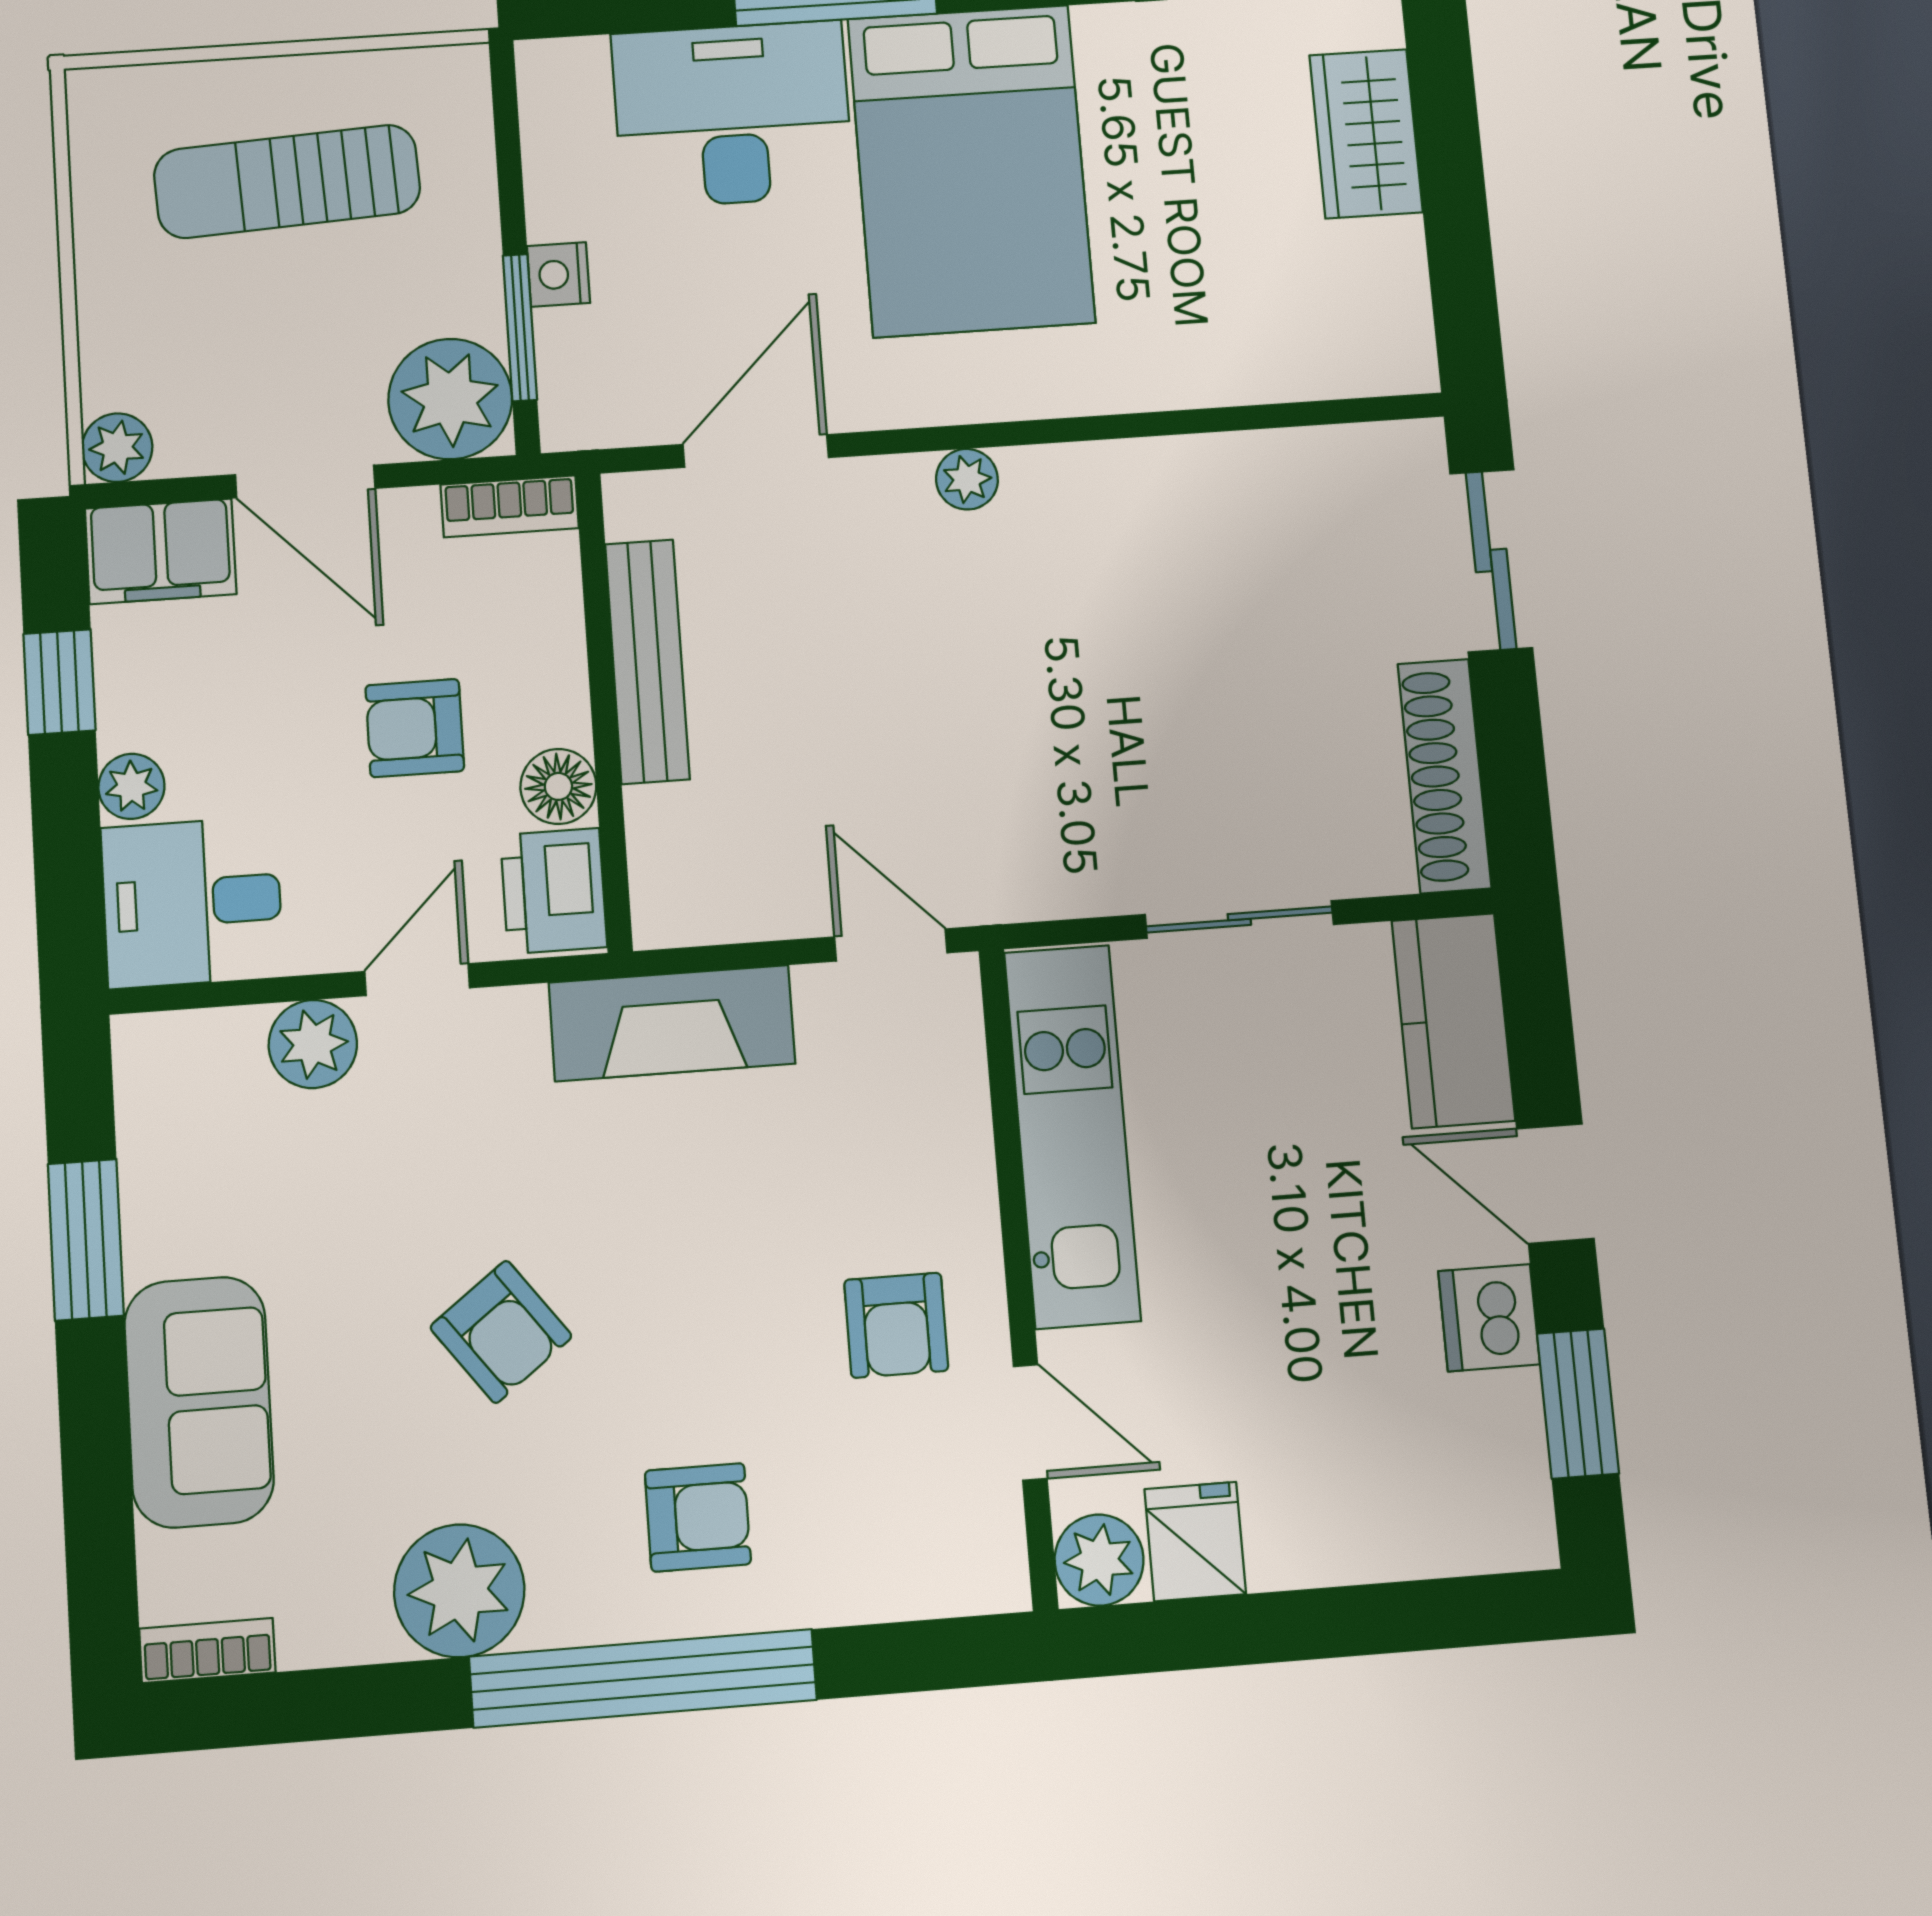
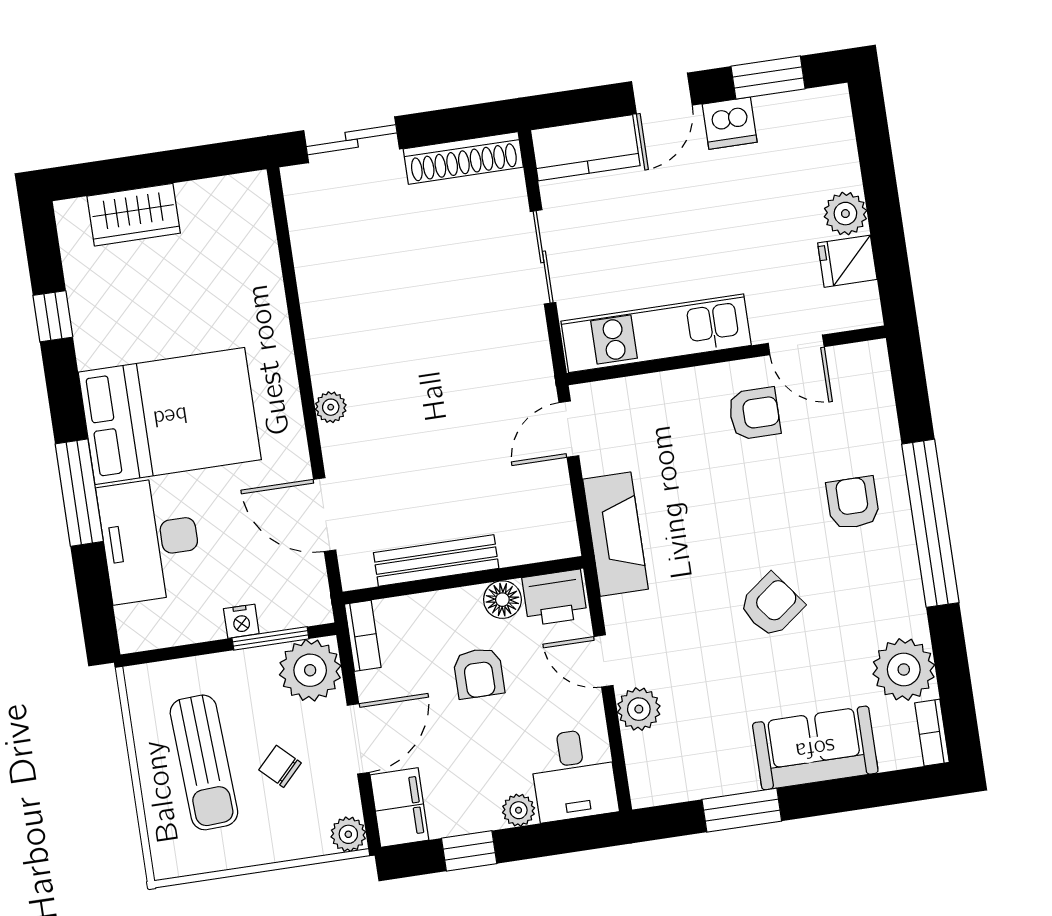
chair: (265, 326) -> (280, 766), added
door: (1030, 1422) -> (796, 345), swing flipped
plant: (1099, 1560) -> (845, 214), moved
plant: (459, 1591) -> (904, 669), moved

